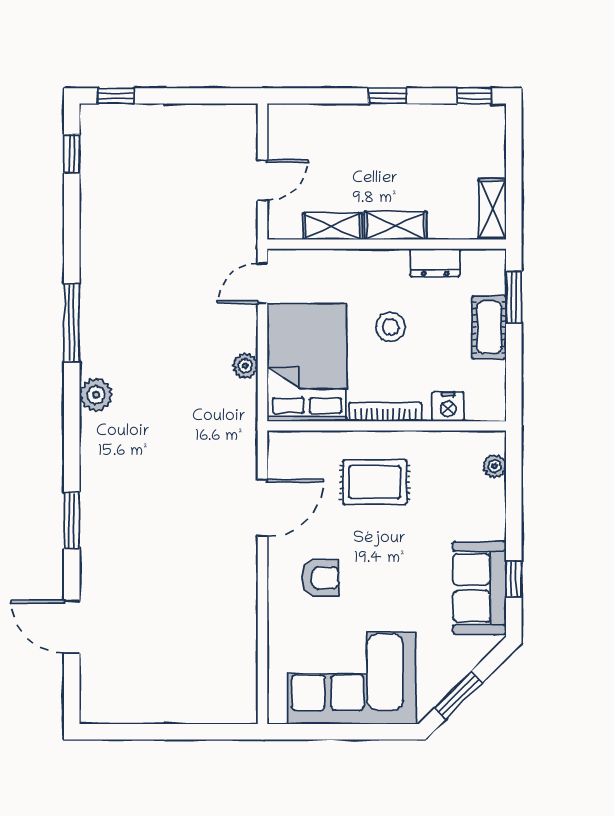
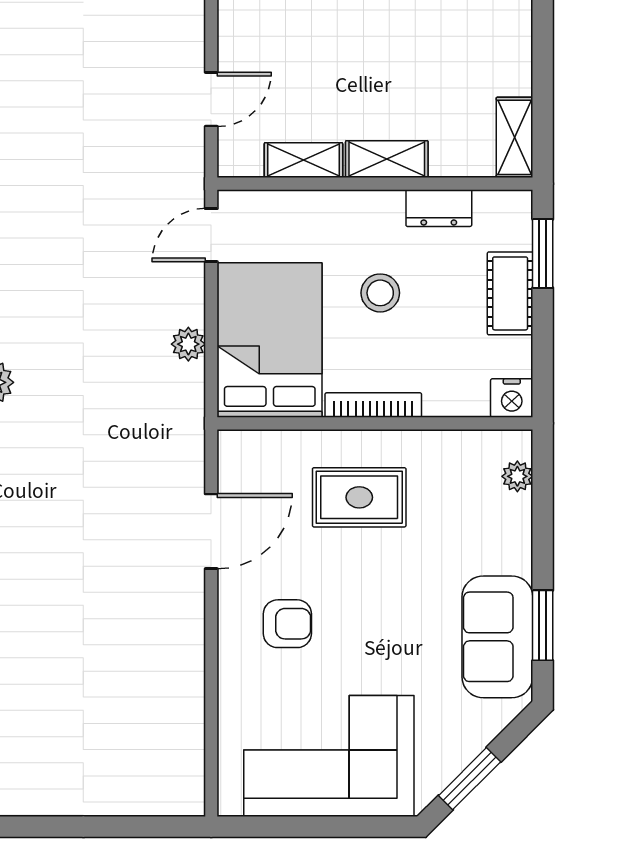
nightstand: (448, 407) -> (512, 398), moved
window: (514, 579) -> (543, 625), width x1.50

